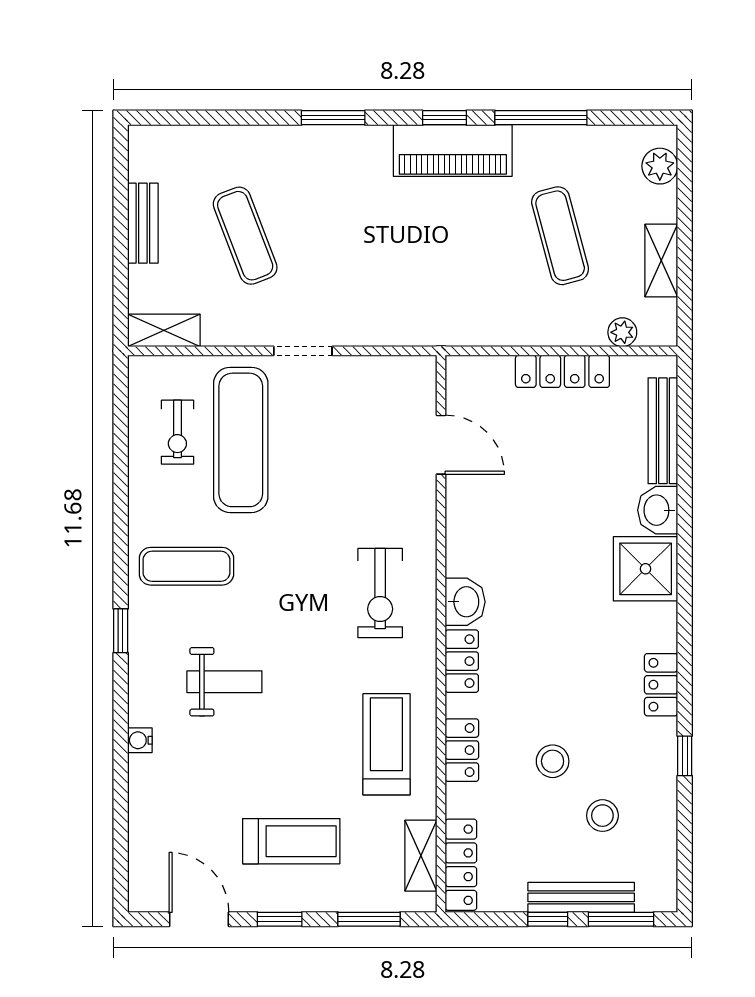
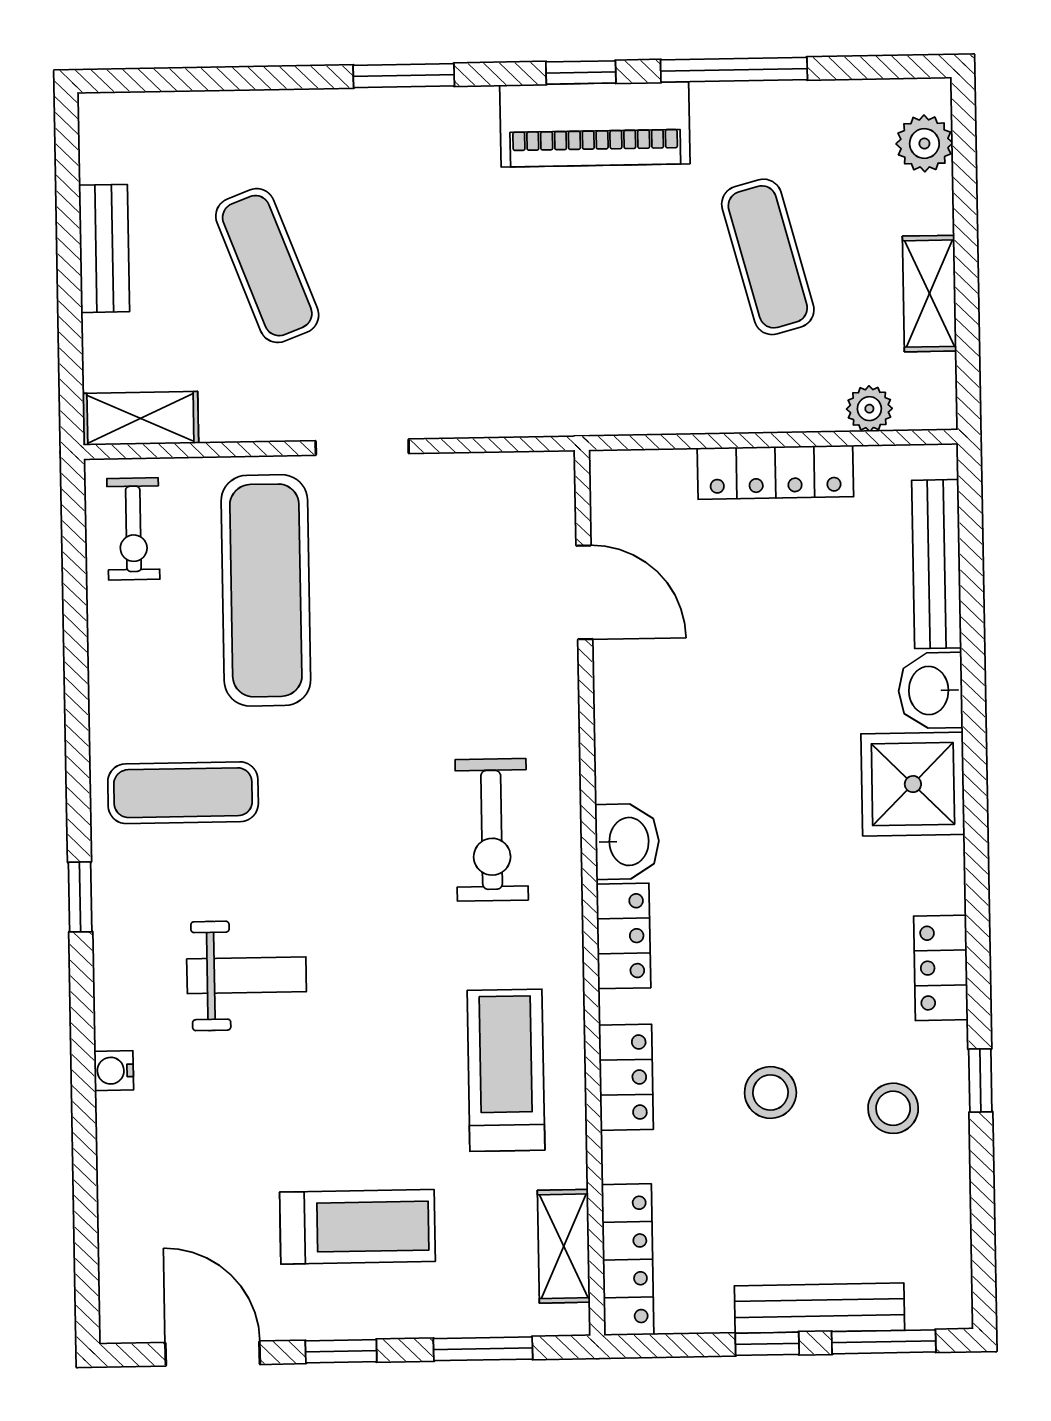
exercise bike: (177, 432) -> (133, 529), moved
stool: (602, 816) -> (893, 1108), moved

